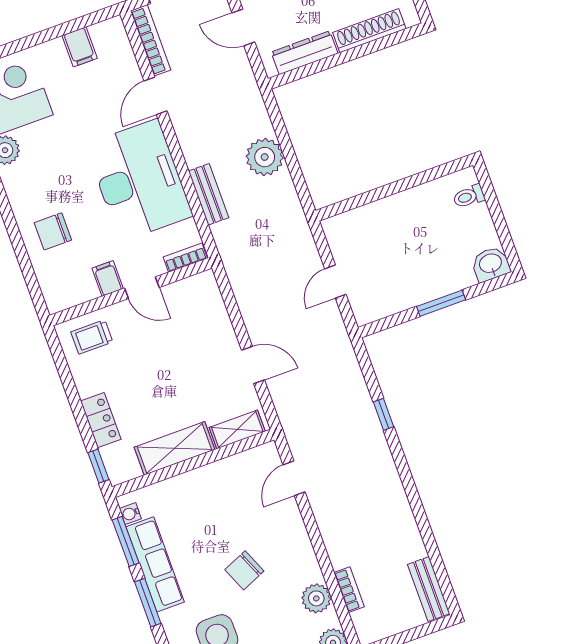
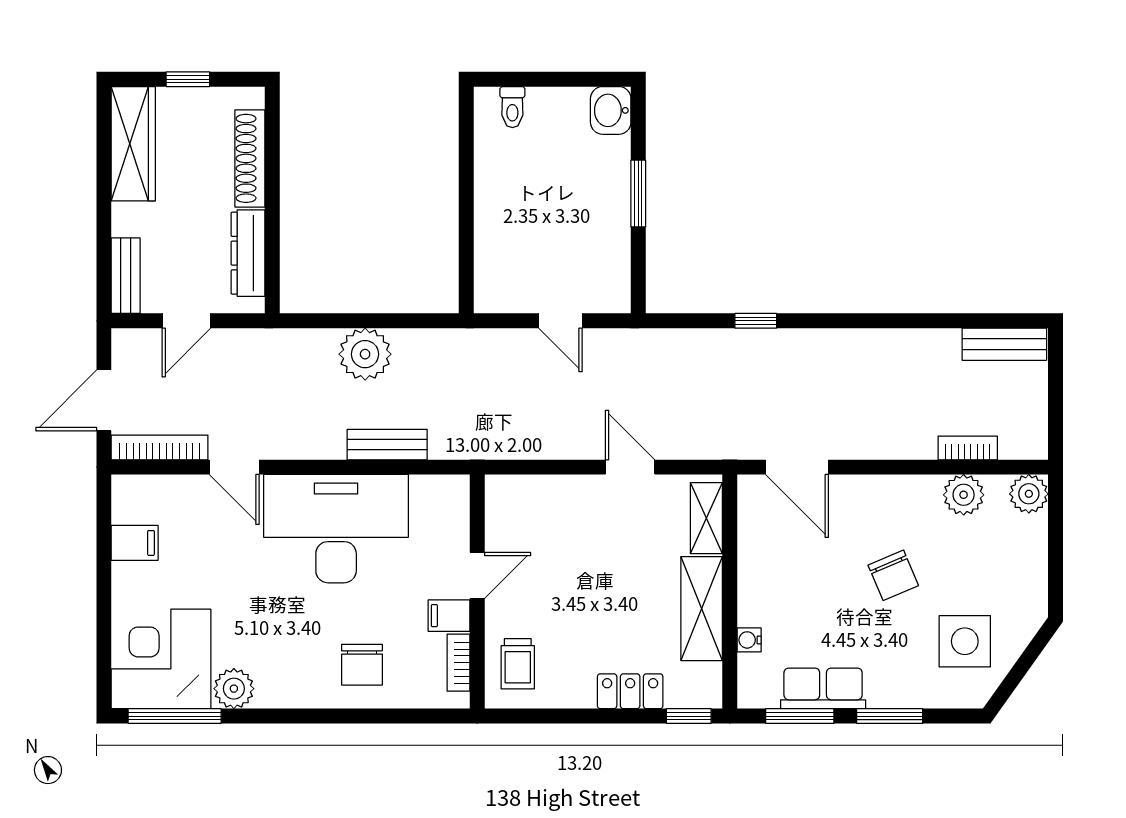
bookcase: (185, 258) -> (458, 663), moved
door: (253, 365) -> (630, 467), hinge flipped
door: (294, 478) -> (797, 467), width x1.38
water cooler: (130, 514) -> (749, 640), moved, turned 90
row of seats: (155, 564) -> (823, 688), width x0.68

